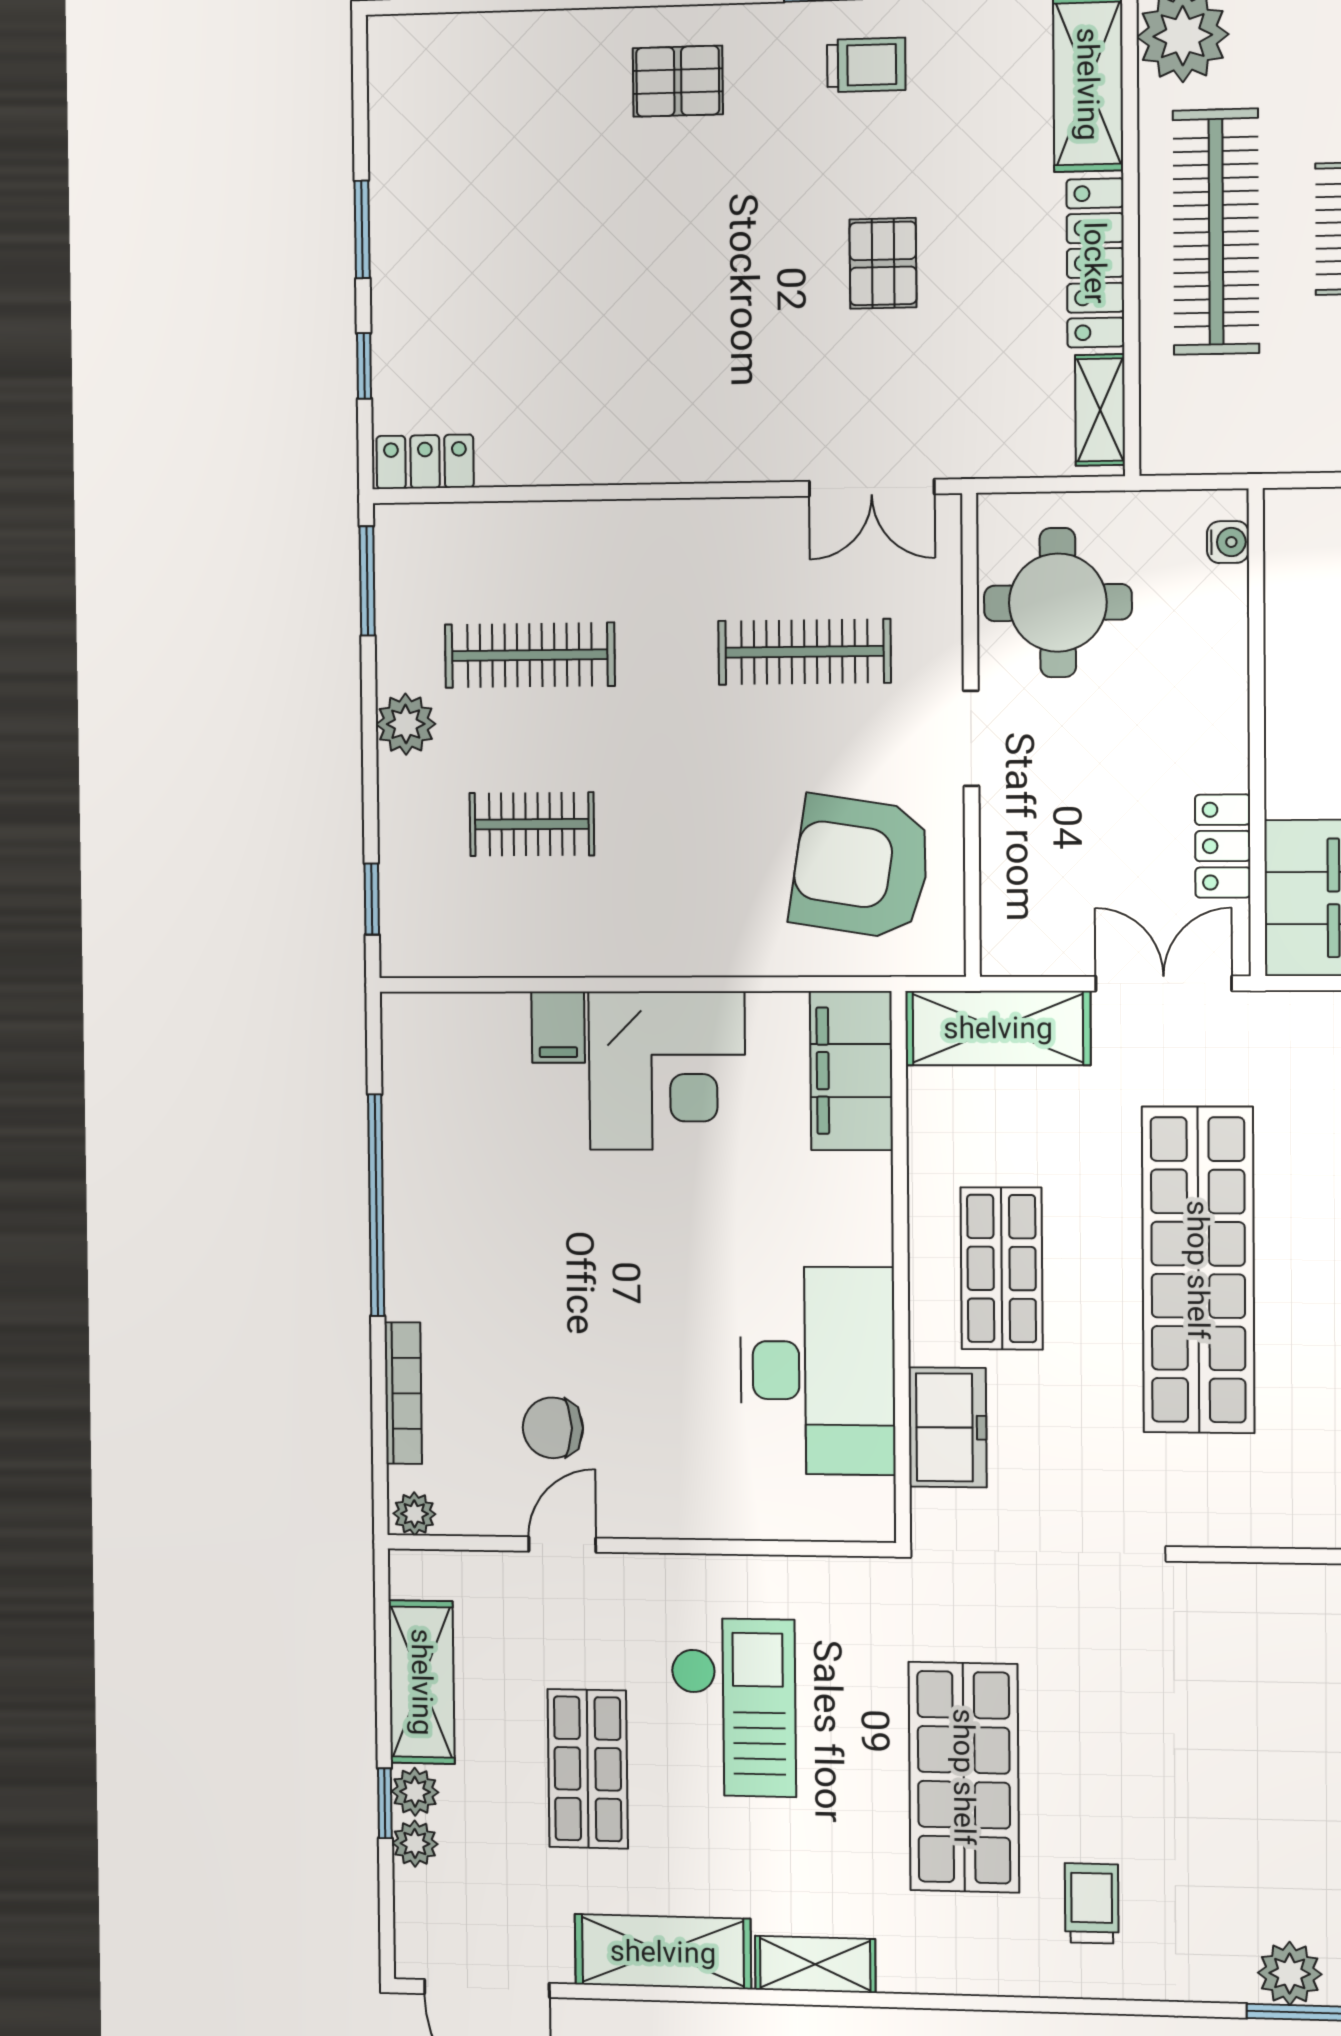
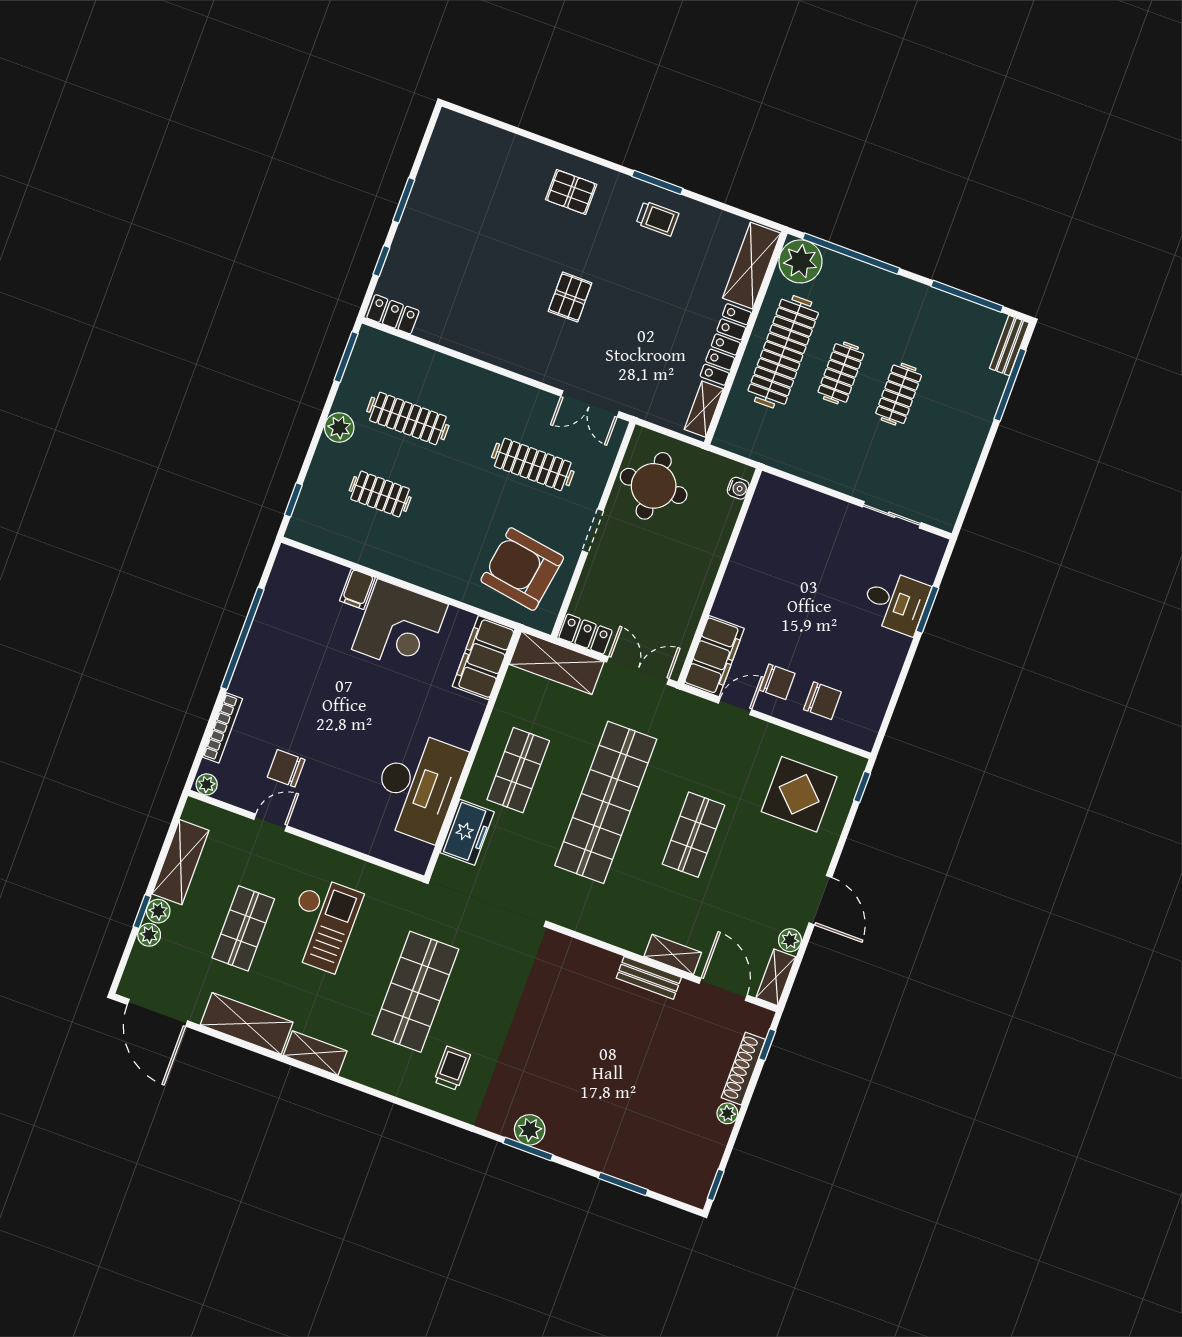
pallet: (883, 263) -> (570, 297), moved
locker: (1223, 846) -> (585, 634), moved, turned 90

